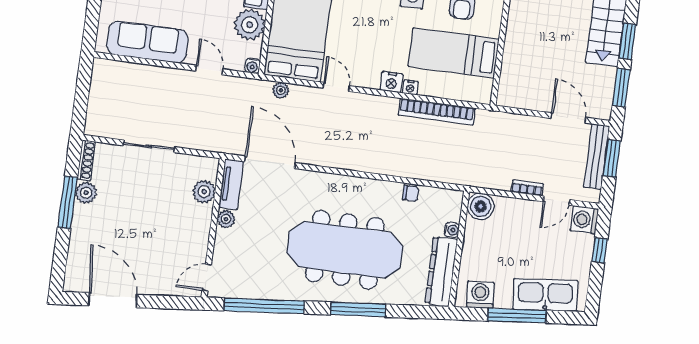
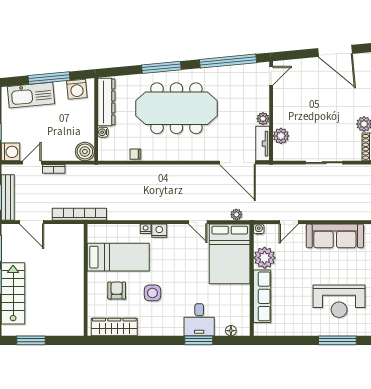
door: (209, 70) -> (289, 222), hinge flipped
bookcase: (437, 112) -> (79, 214), moved

